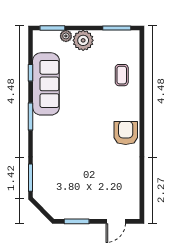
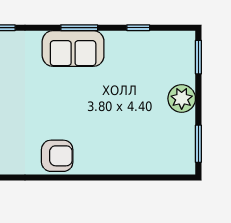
plant: (66, 36) -> (188, 75), removed
coffee table: (122, 75) -> (135, 150), removed
sofa: (46, 84) -> (73, 49), moved, width x0.73

